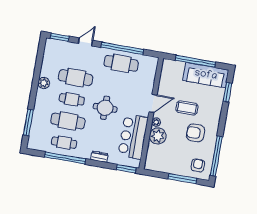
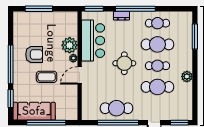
window: (216, 156) -> (11, 64), moved
window: (65, 158) -> (135, 9), moved
armchair: (198, 165) -> (27, 24), removed

